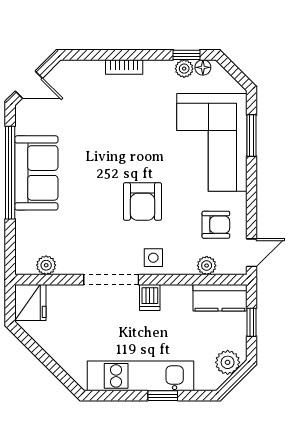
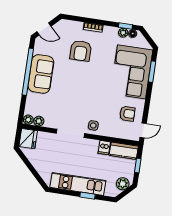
armchair: (142, 201) -> (81, 51), moved
plant: (207, 266) -> (28, 120), moved
dishwasher: (150, 297) -> (104, 148), moved

